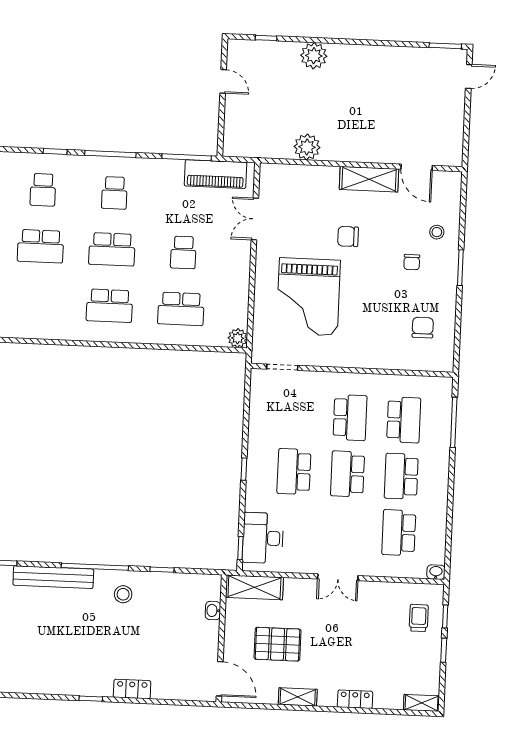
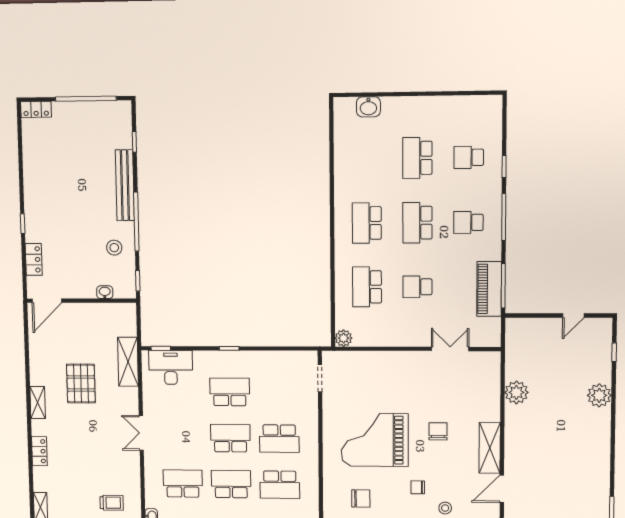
piano: (215, 174) -> (489, 289), moved
grand piano: (308, 297) -> (375, 440), moved
washbasin: (213, 611) -> (105, 292), moved
wall: (221, 638) -> (81, 301), moved
door: (220, 679) -> (47, 301), moved

